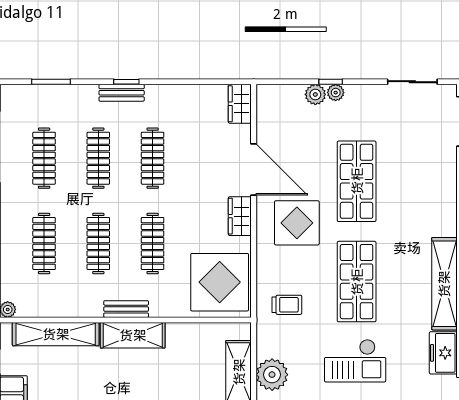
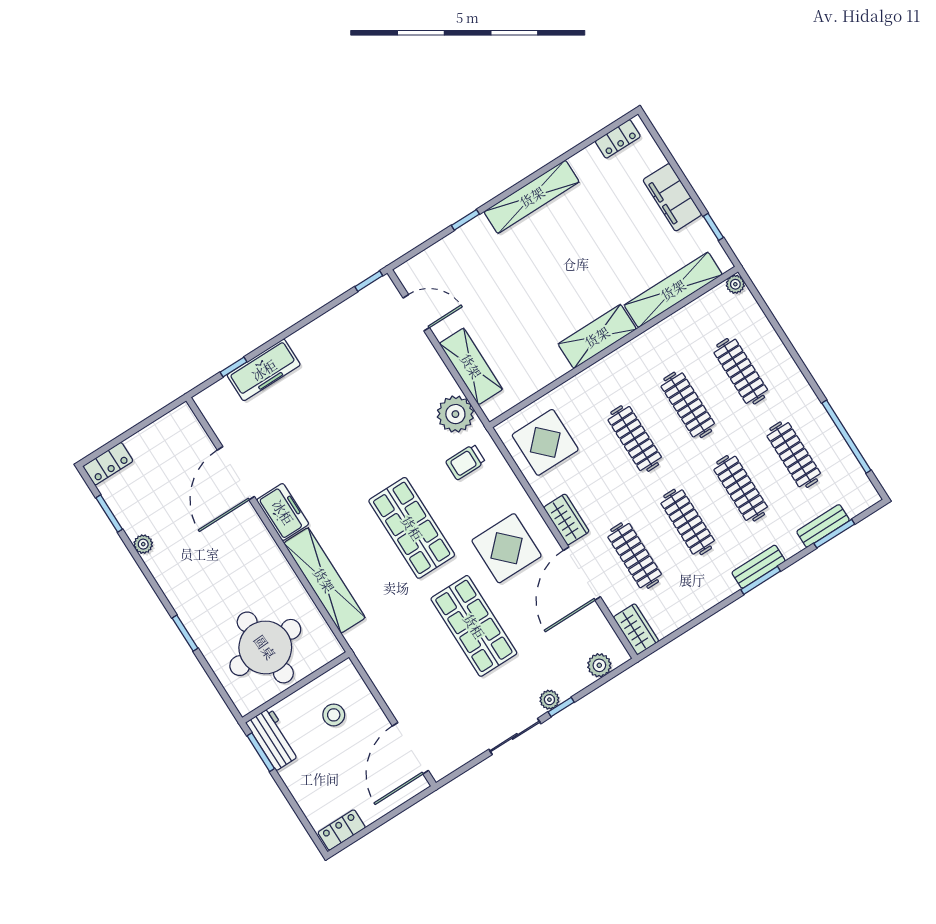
window: (126, 82) -> (761, 580), width x1.50
sliding door: (412, 82) -> (515, 736), moved
plant: (315, 94) -> (599, 665), moved
clothes rail: (207, 158) -> (635, 556), added
door: (254, 169) -> (582, 574), hinge flipped
display table: (220, 282) -> (545, 442), width x0.73, depth x0.73
bench: (126, 309) -> (823, 526), moved
checkout: (355, 361) -> (364, 450), removed
plant: (272, 375) -> (455, 414), moved

